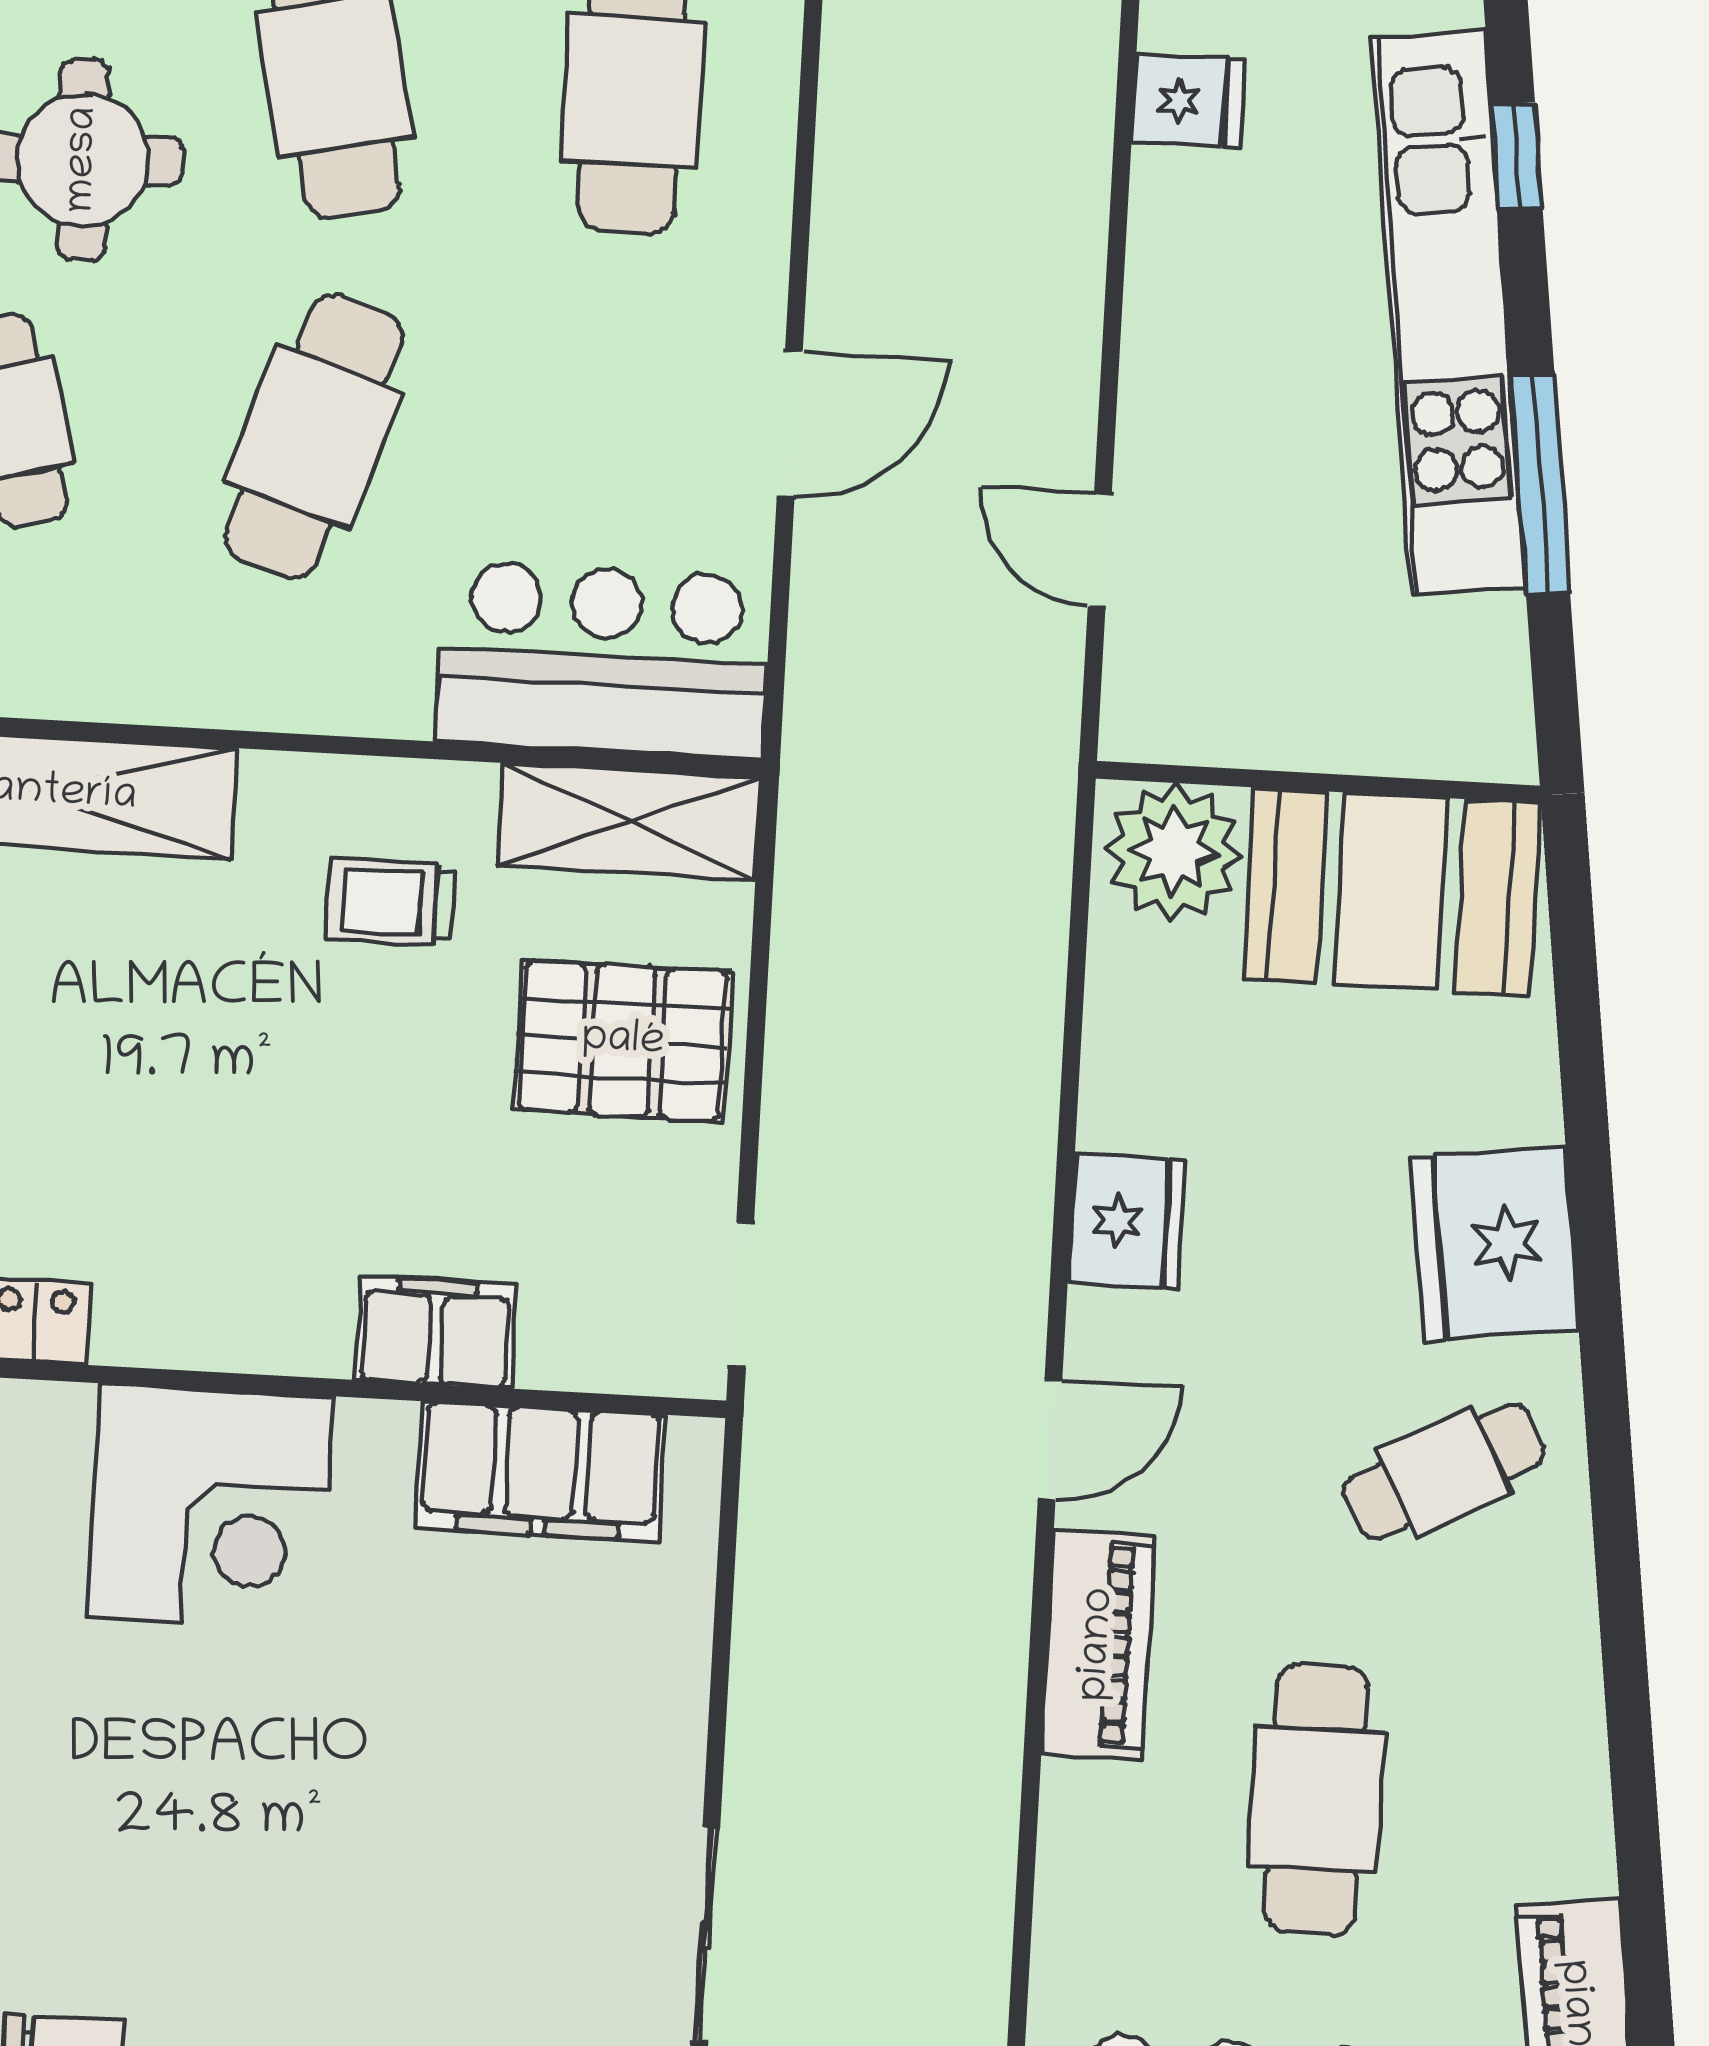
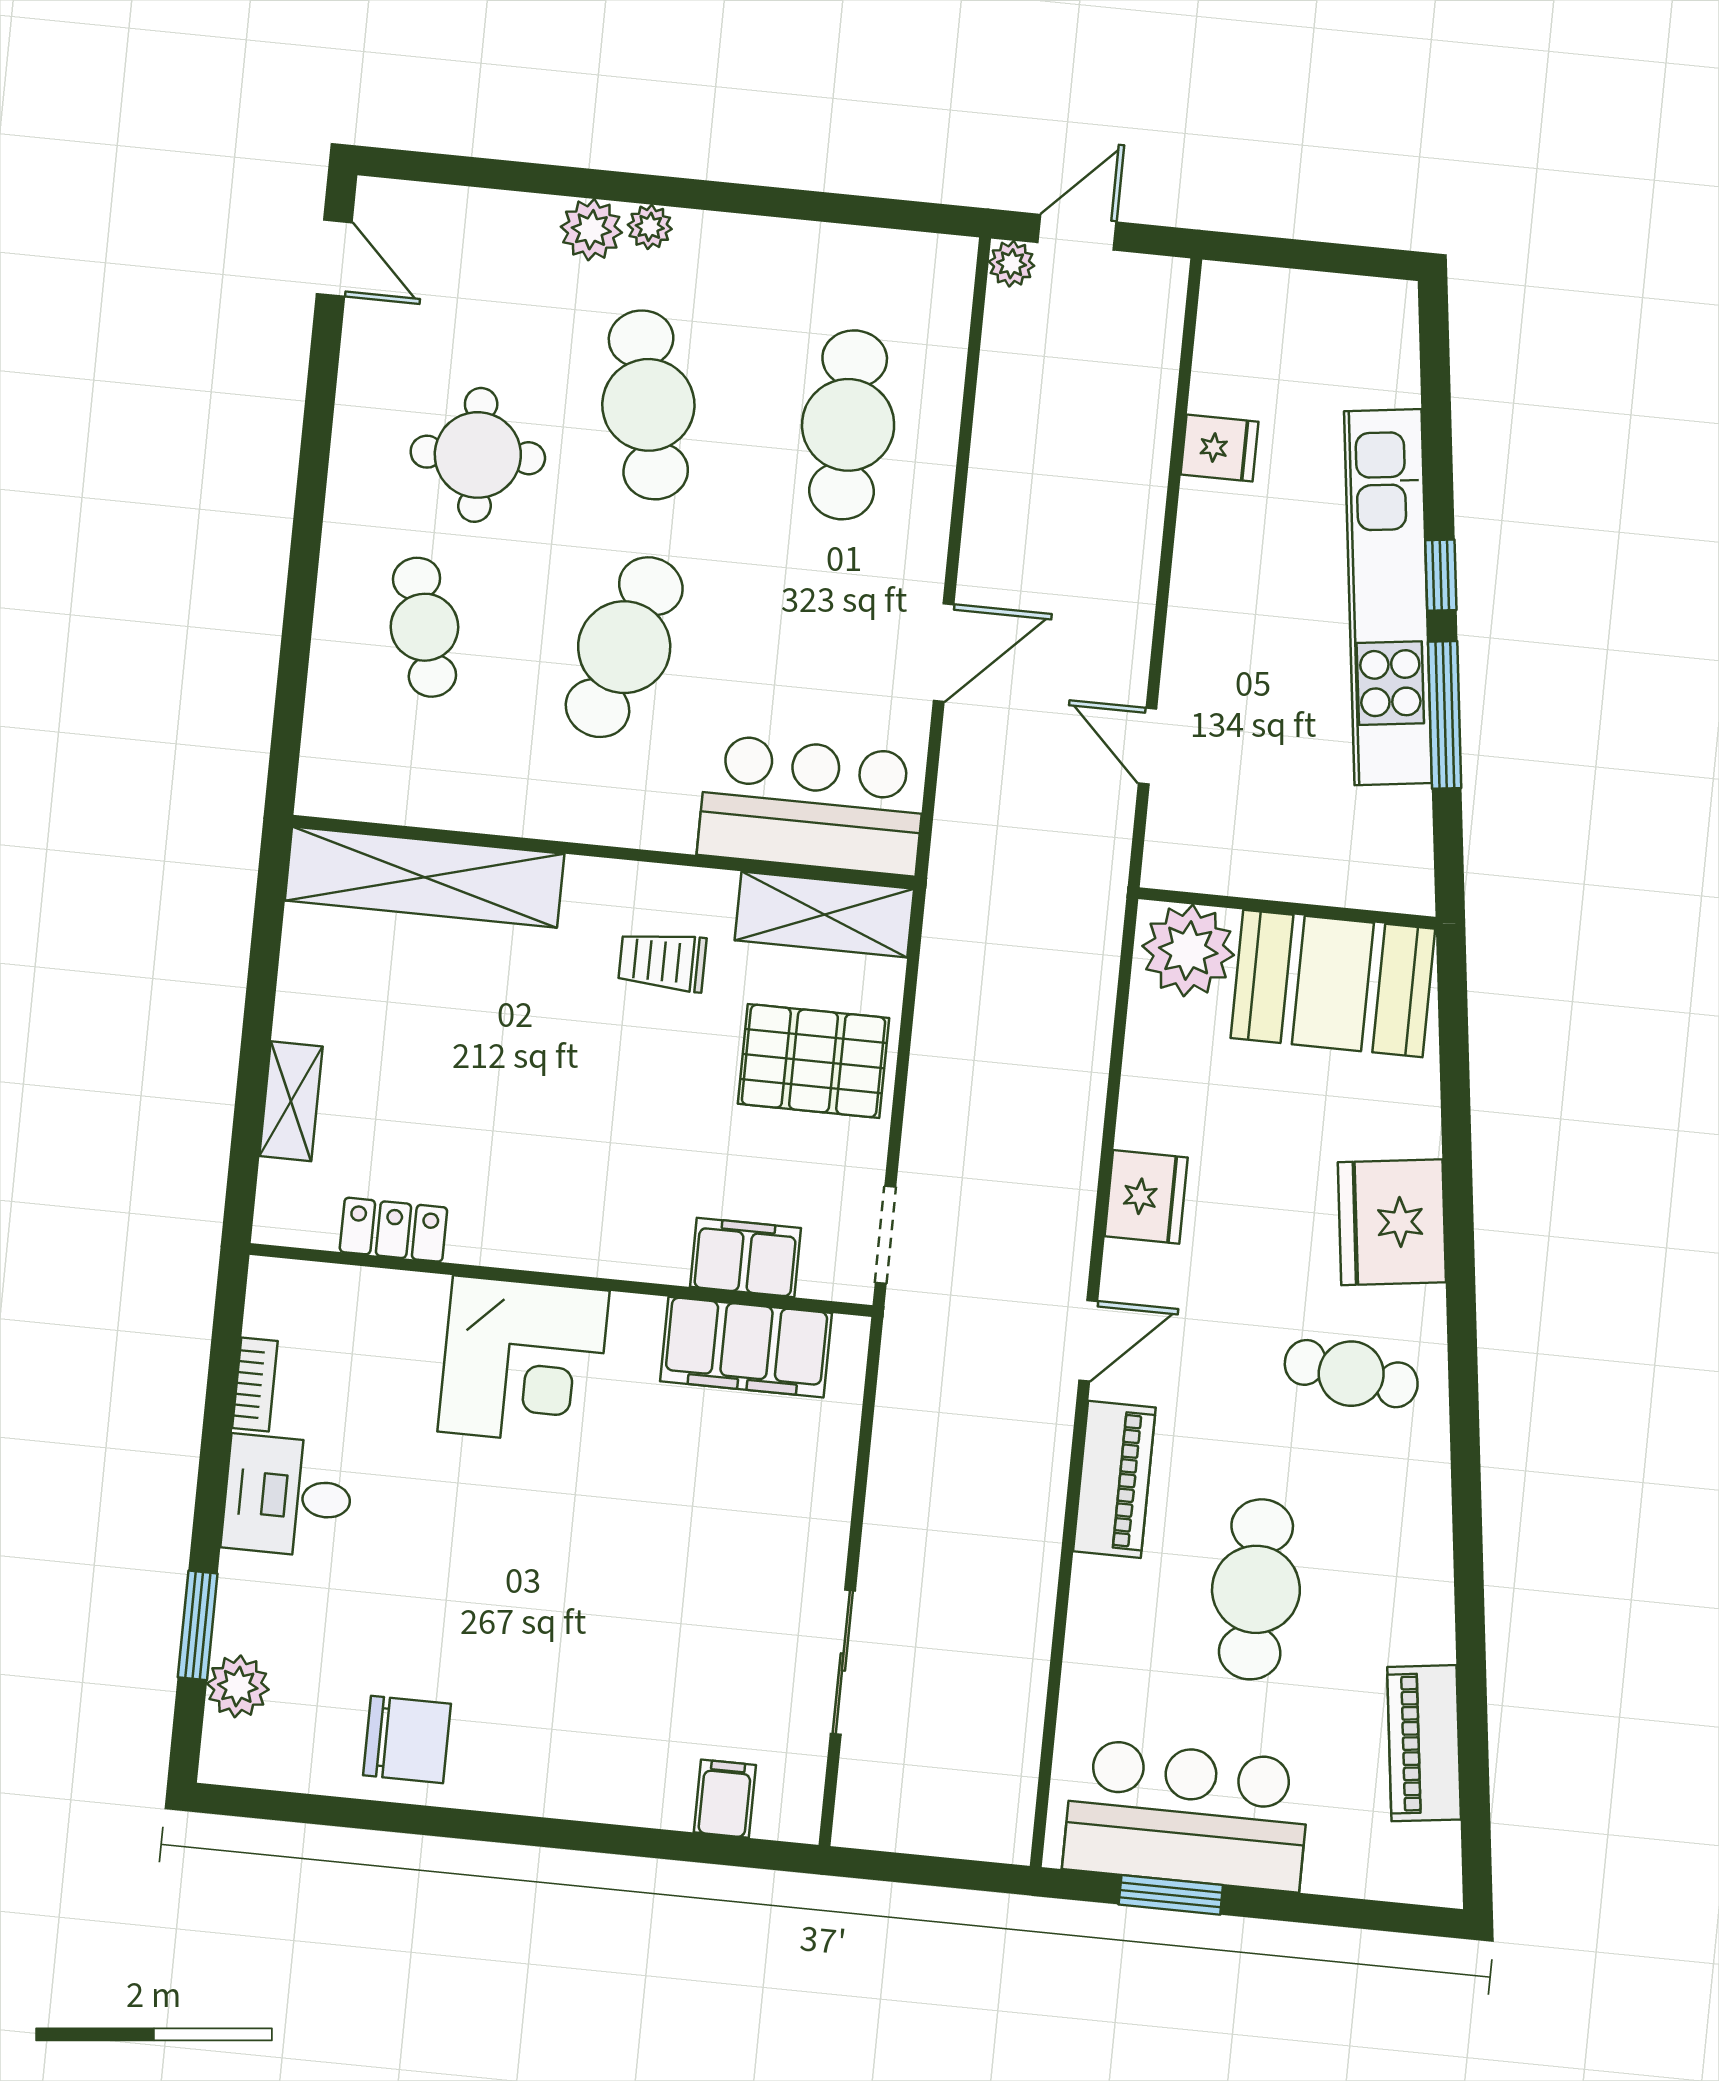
window: (1517, 156) -> (1441, 575), moved
filing cabinet: (436, 1332) -> (746, 1257), moved
cafe table: (1444, 1472) -> (1351, 1374), turned 36

